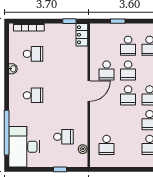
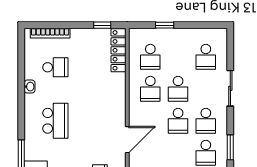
locker: (82, 35) -> (118, 50), width x1.53
school desk: (128, 46) -> (150, 57), moved
door: (89, 91) -> (127, 140), moved
school desk: (33, 95) -> (55, 121), width x1.85

